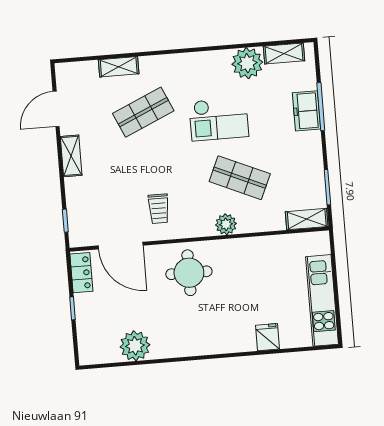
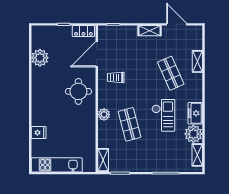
freezer: (307, 111) -> (195, 113), moved, turned -90
checkout: (219, 119) -> (163, 115), turned 180
shop shelf: (240, 178) -> (130, 124), turned -39

